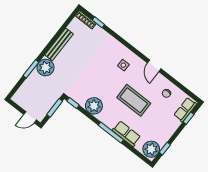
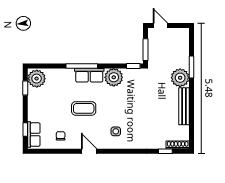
coffee table: (134, 100) -> (84, 108), width x0.73, depth x0.76
door: (30, 117) -> (160, 25), hinge flipped
row of seats: (126, 134) -> (89, 75), moved

